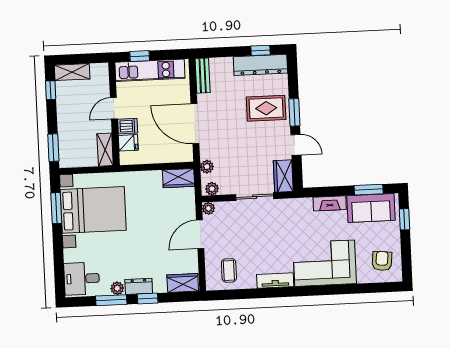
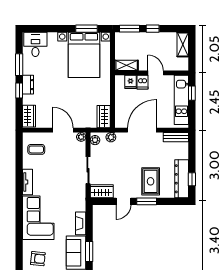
window: (51, 90) -> (153, 29), moved
plant: (117, 288) -> (27, 69), removed

